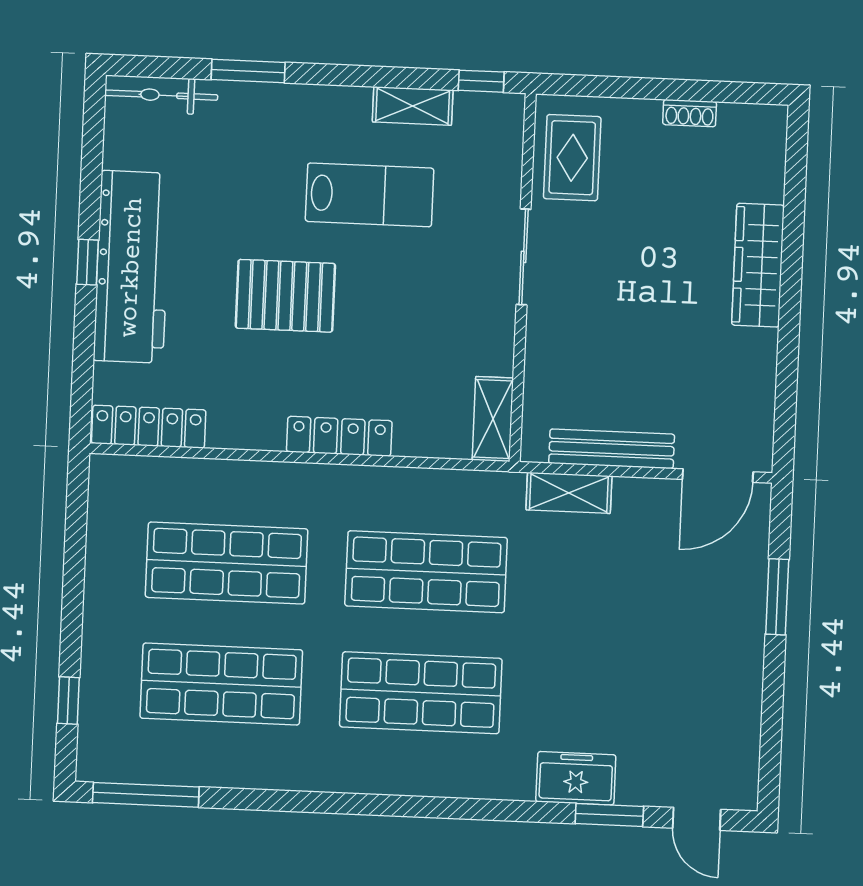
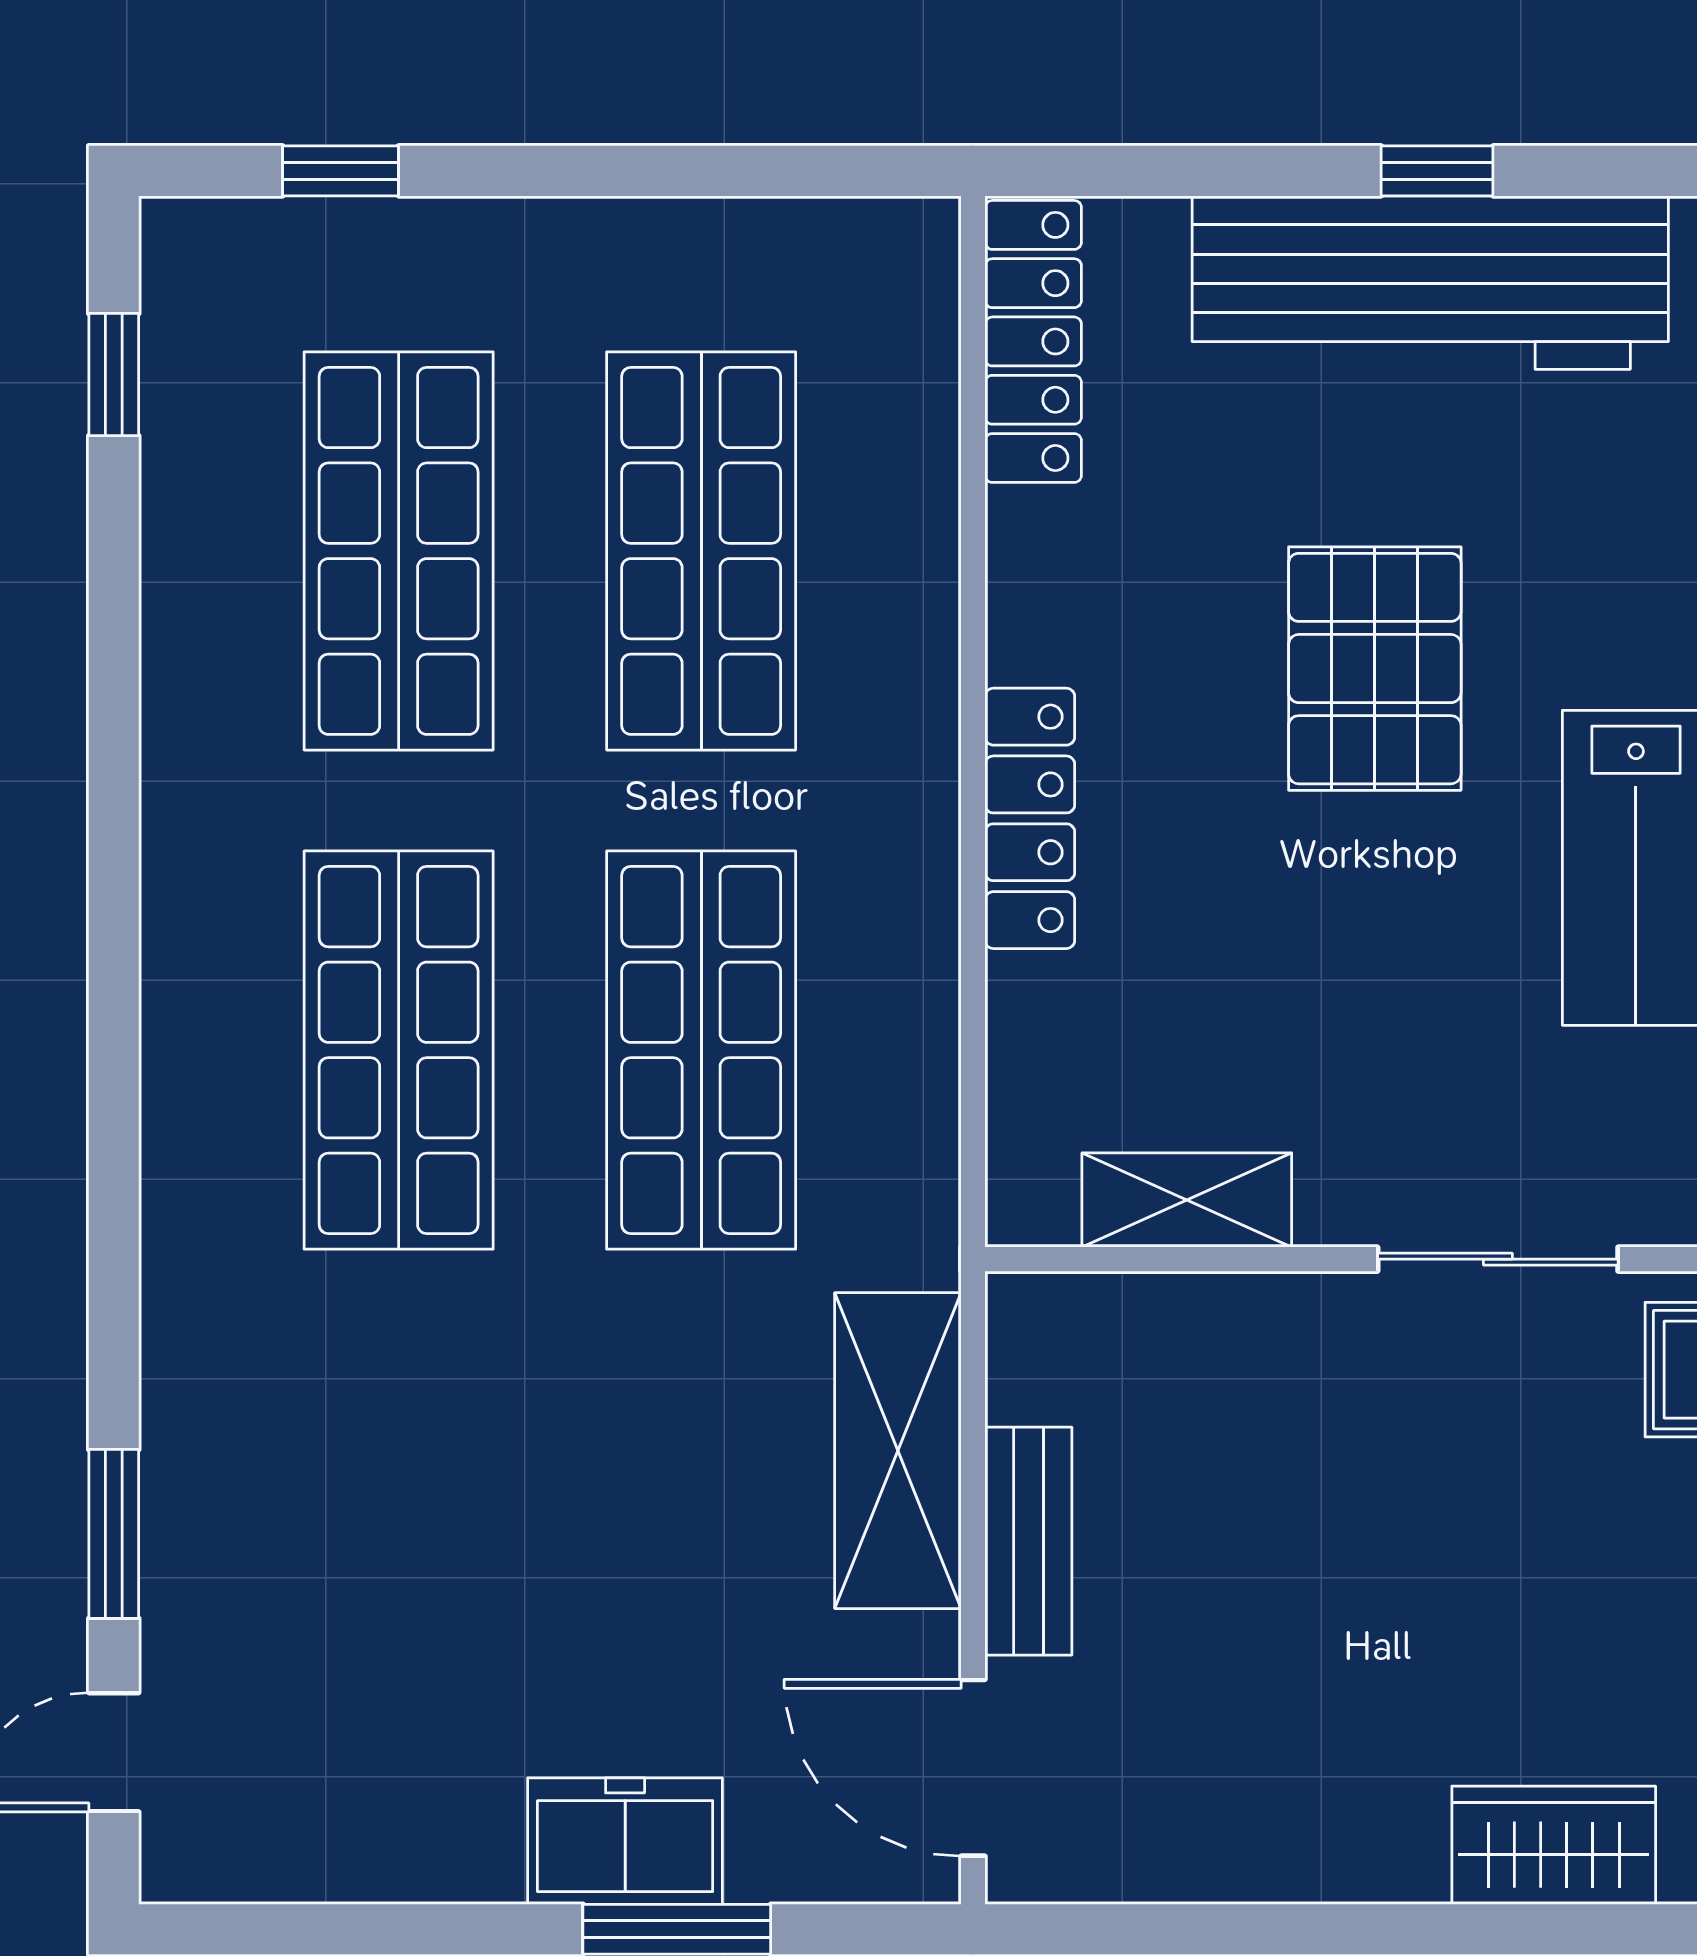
wardrobe: (758, 265) -> (1554, 1845), width x0.67
shelving: (493, 419) -> (1187, 1200), moved
bench: (612, 449) -> (1028, 1541), width x0.73
shelving: (569, 493) -> (898, 1451), width x1.50, depth x1.33
freezer: (576, 778) -> (625, 1841), moved, turned -90
window: (146, 795) -> (114, 375), width x0.46

